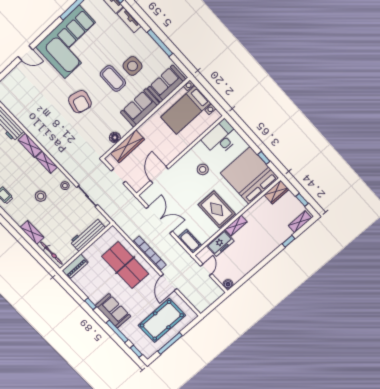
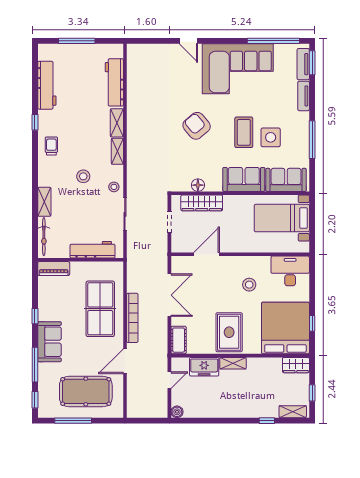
armchair: (80, 102) -> (197, 126), turned 126

